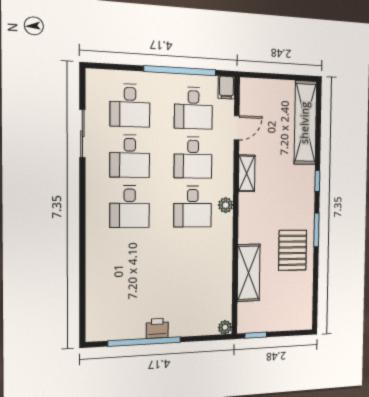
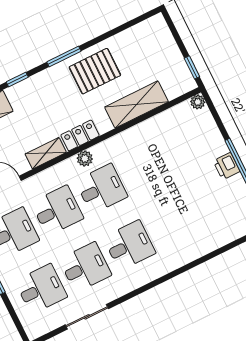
locker: (247, 211) -> (80, 135), added

